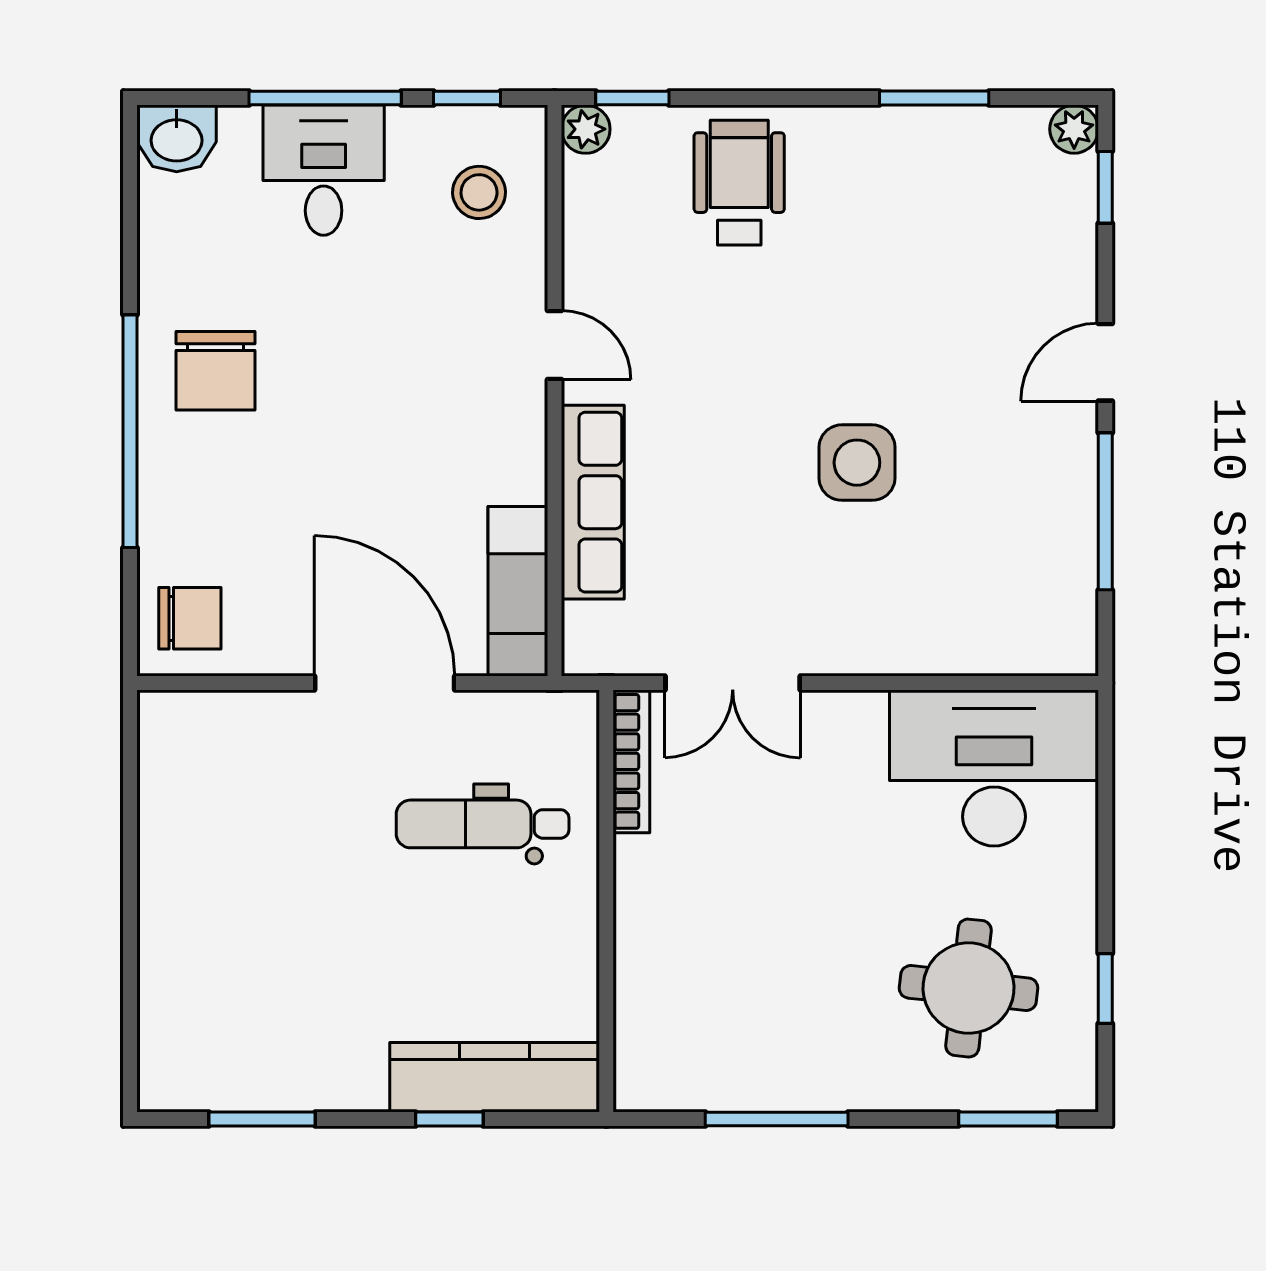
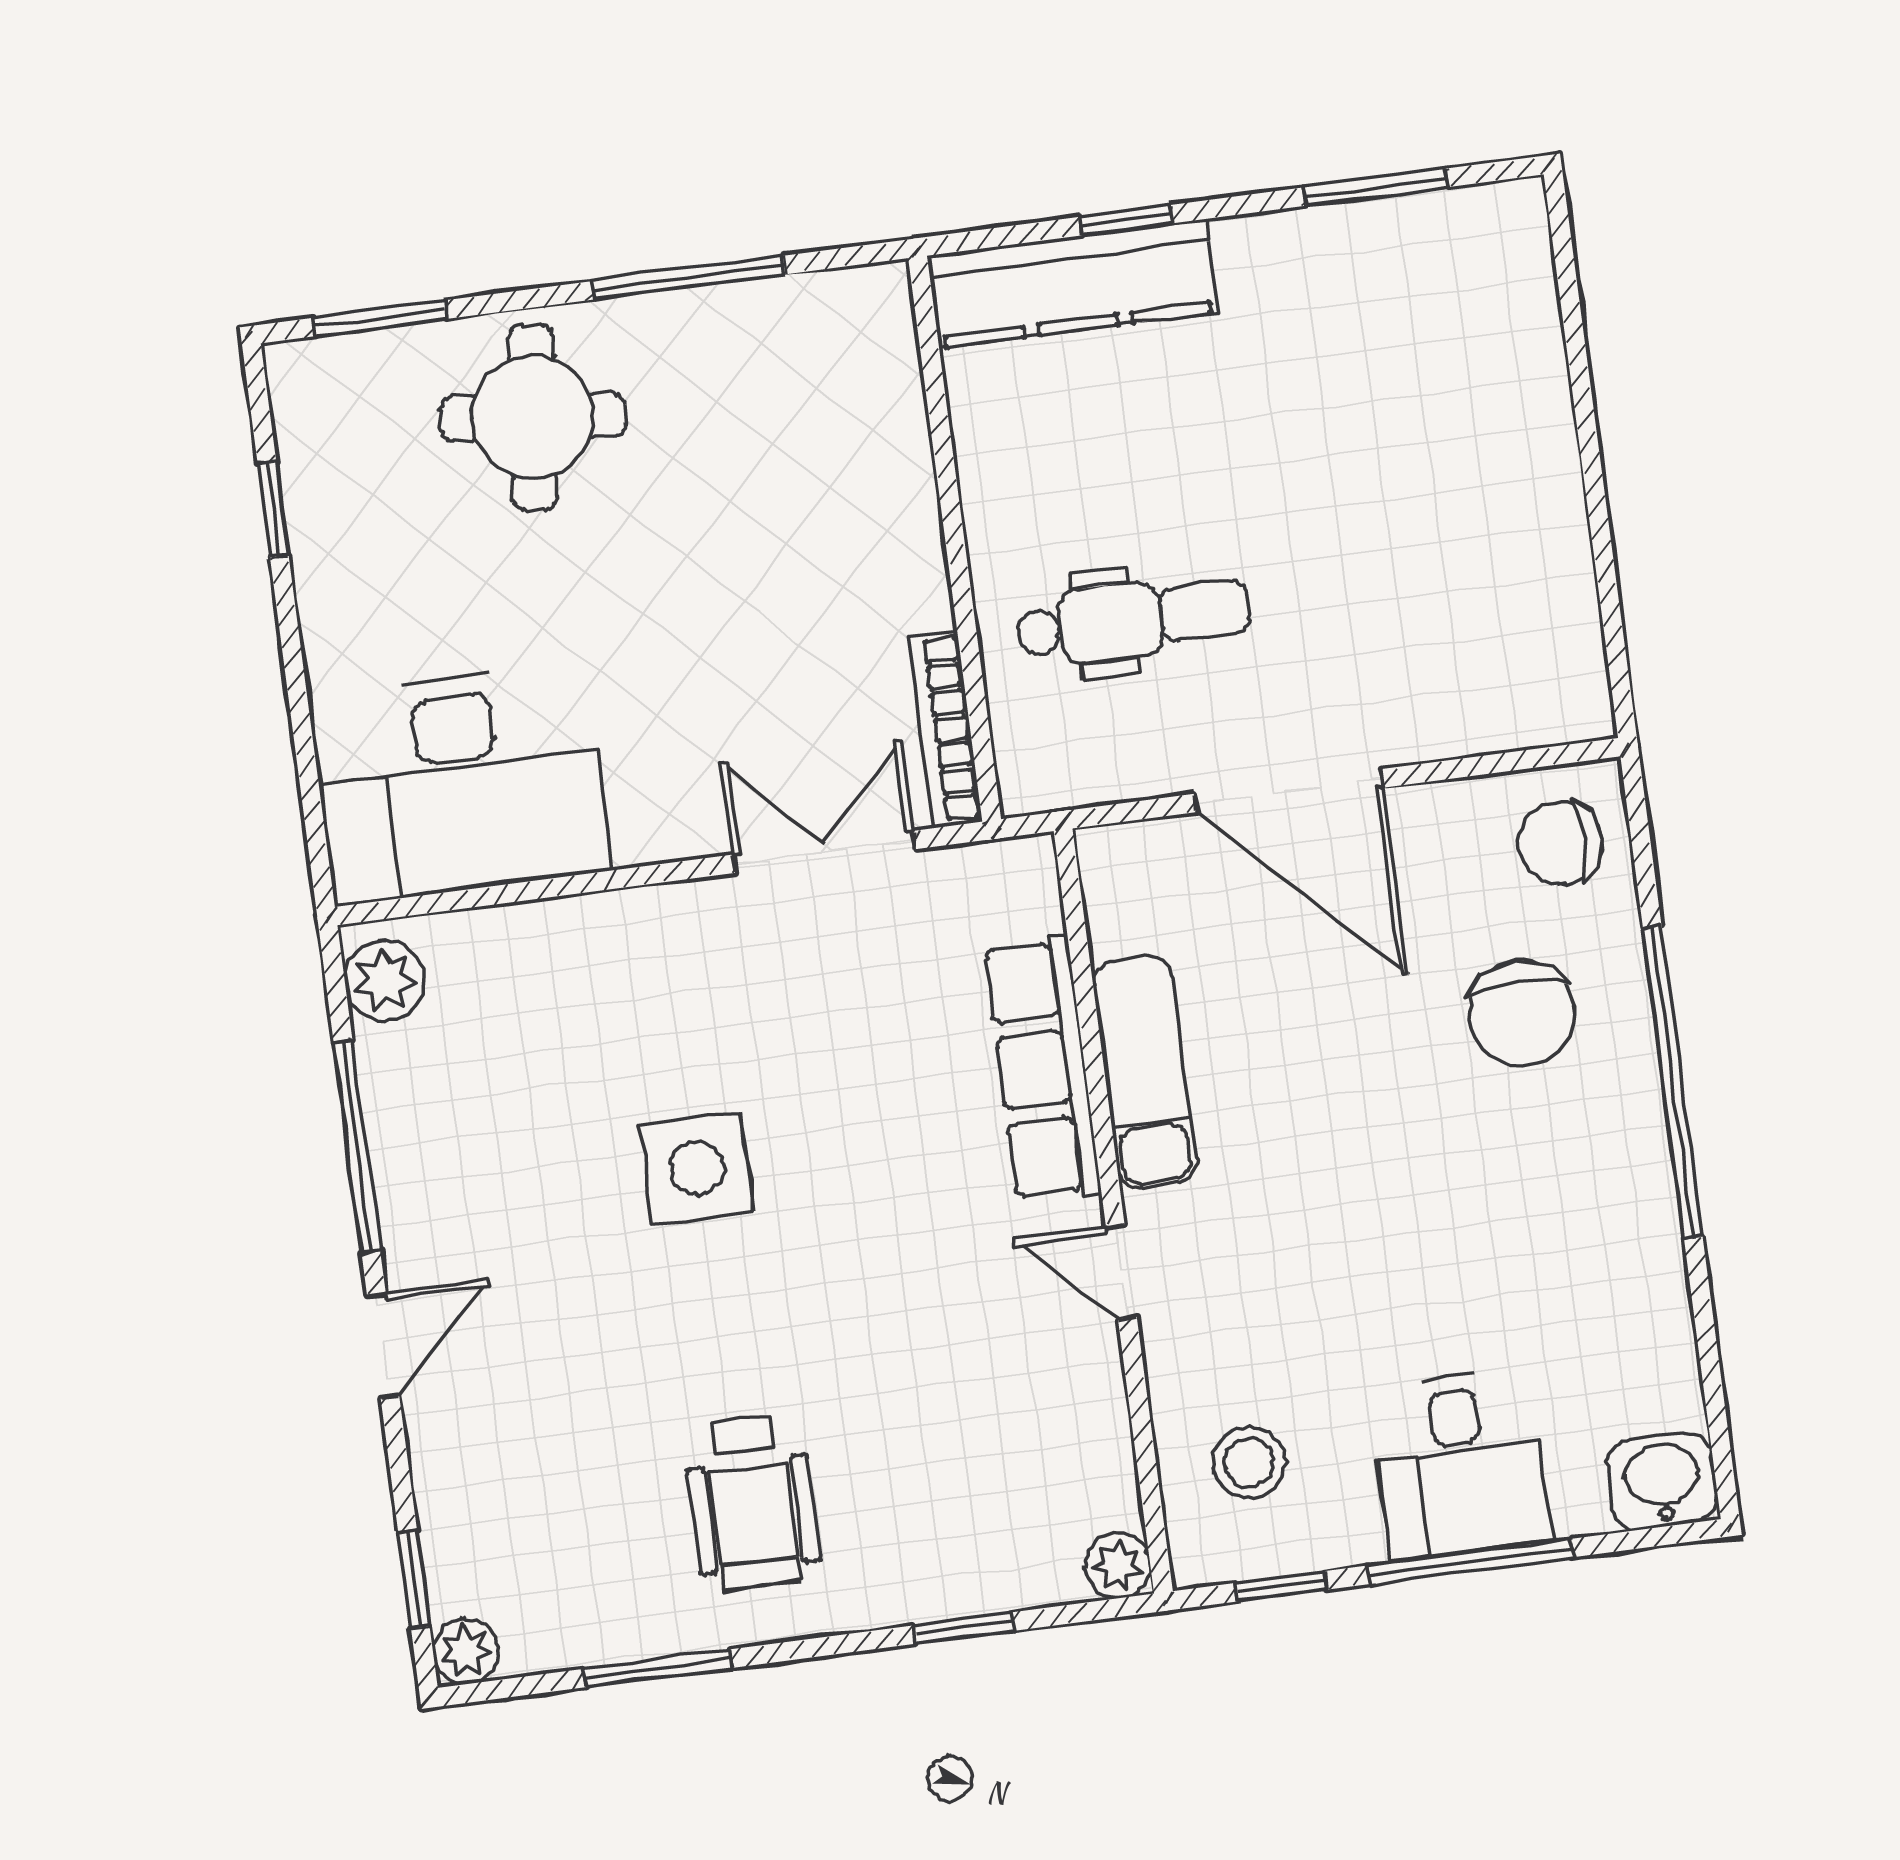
window: (632, 98) -> (964, 1628), moved
wheelchair: (739, 183) -> (752, 1501), moved
chair: (215, 371) -> (1522, 1013), moved, turned 180
exam couch: (518, 591) -> (1145, 1072), moved
plant: (1069, 631) -> (385, 981), added
round table: (969, 988) -> (533, 417), moved

